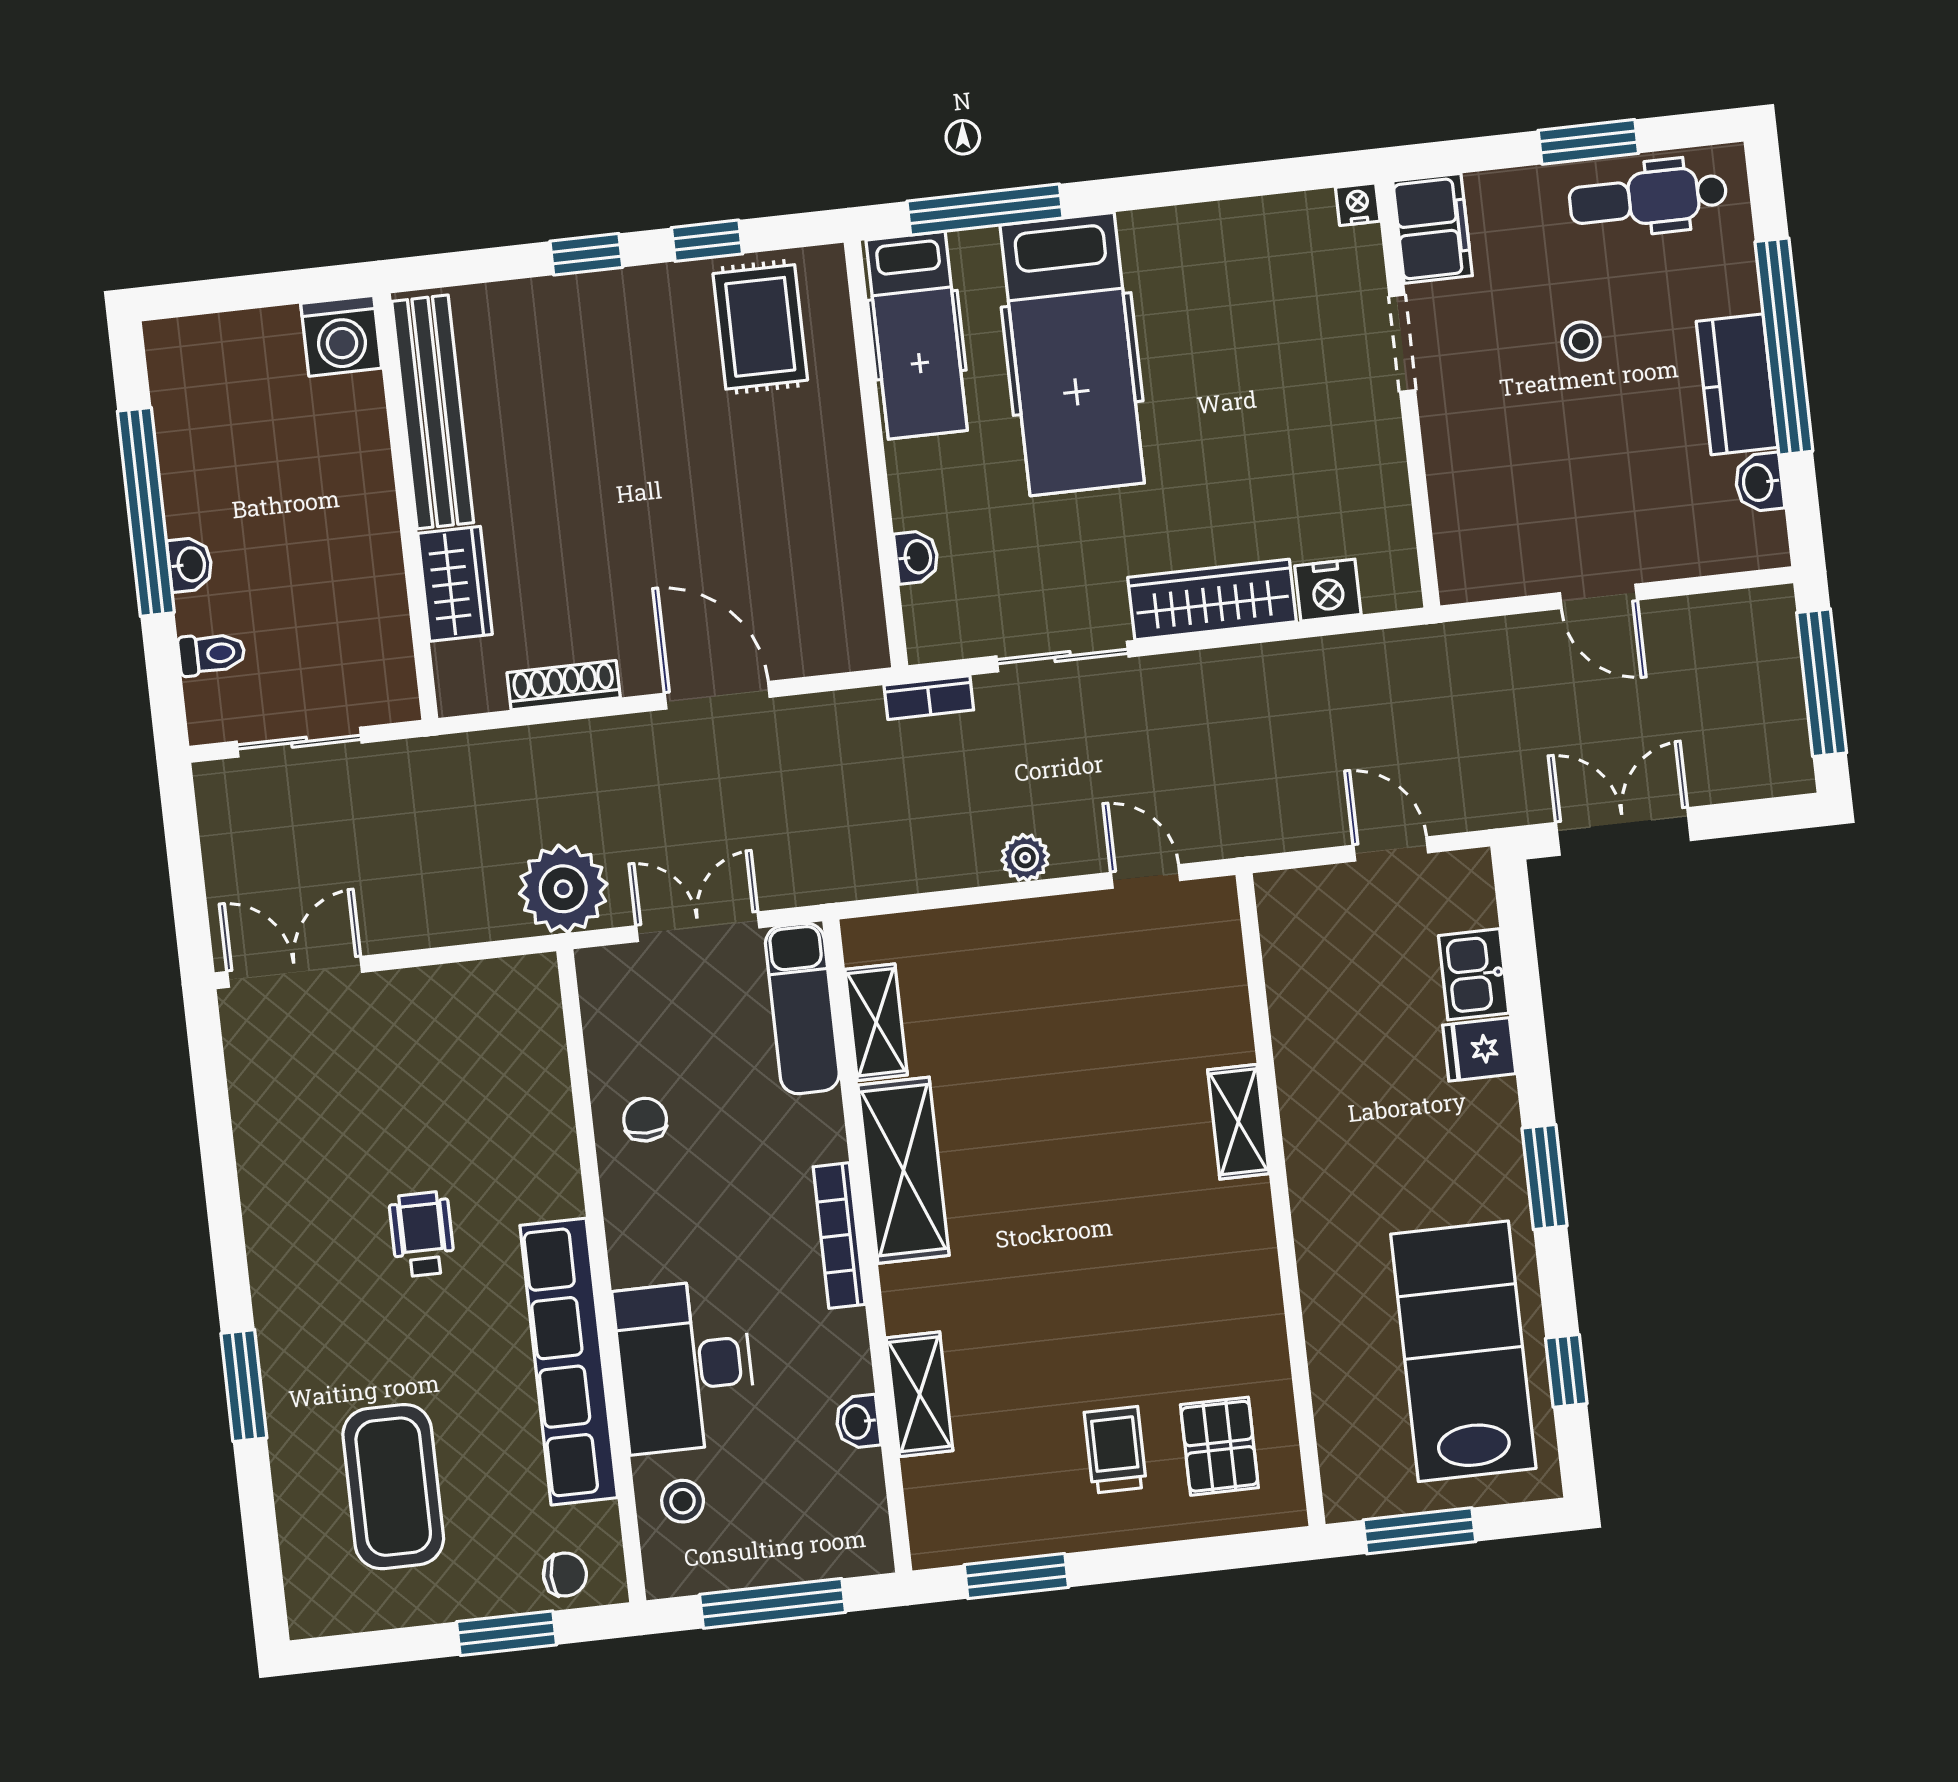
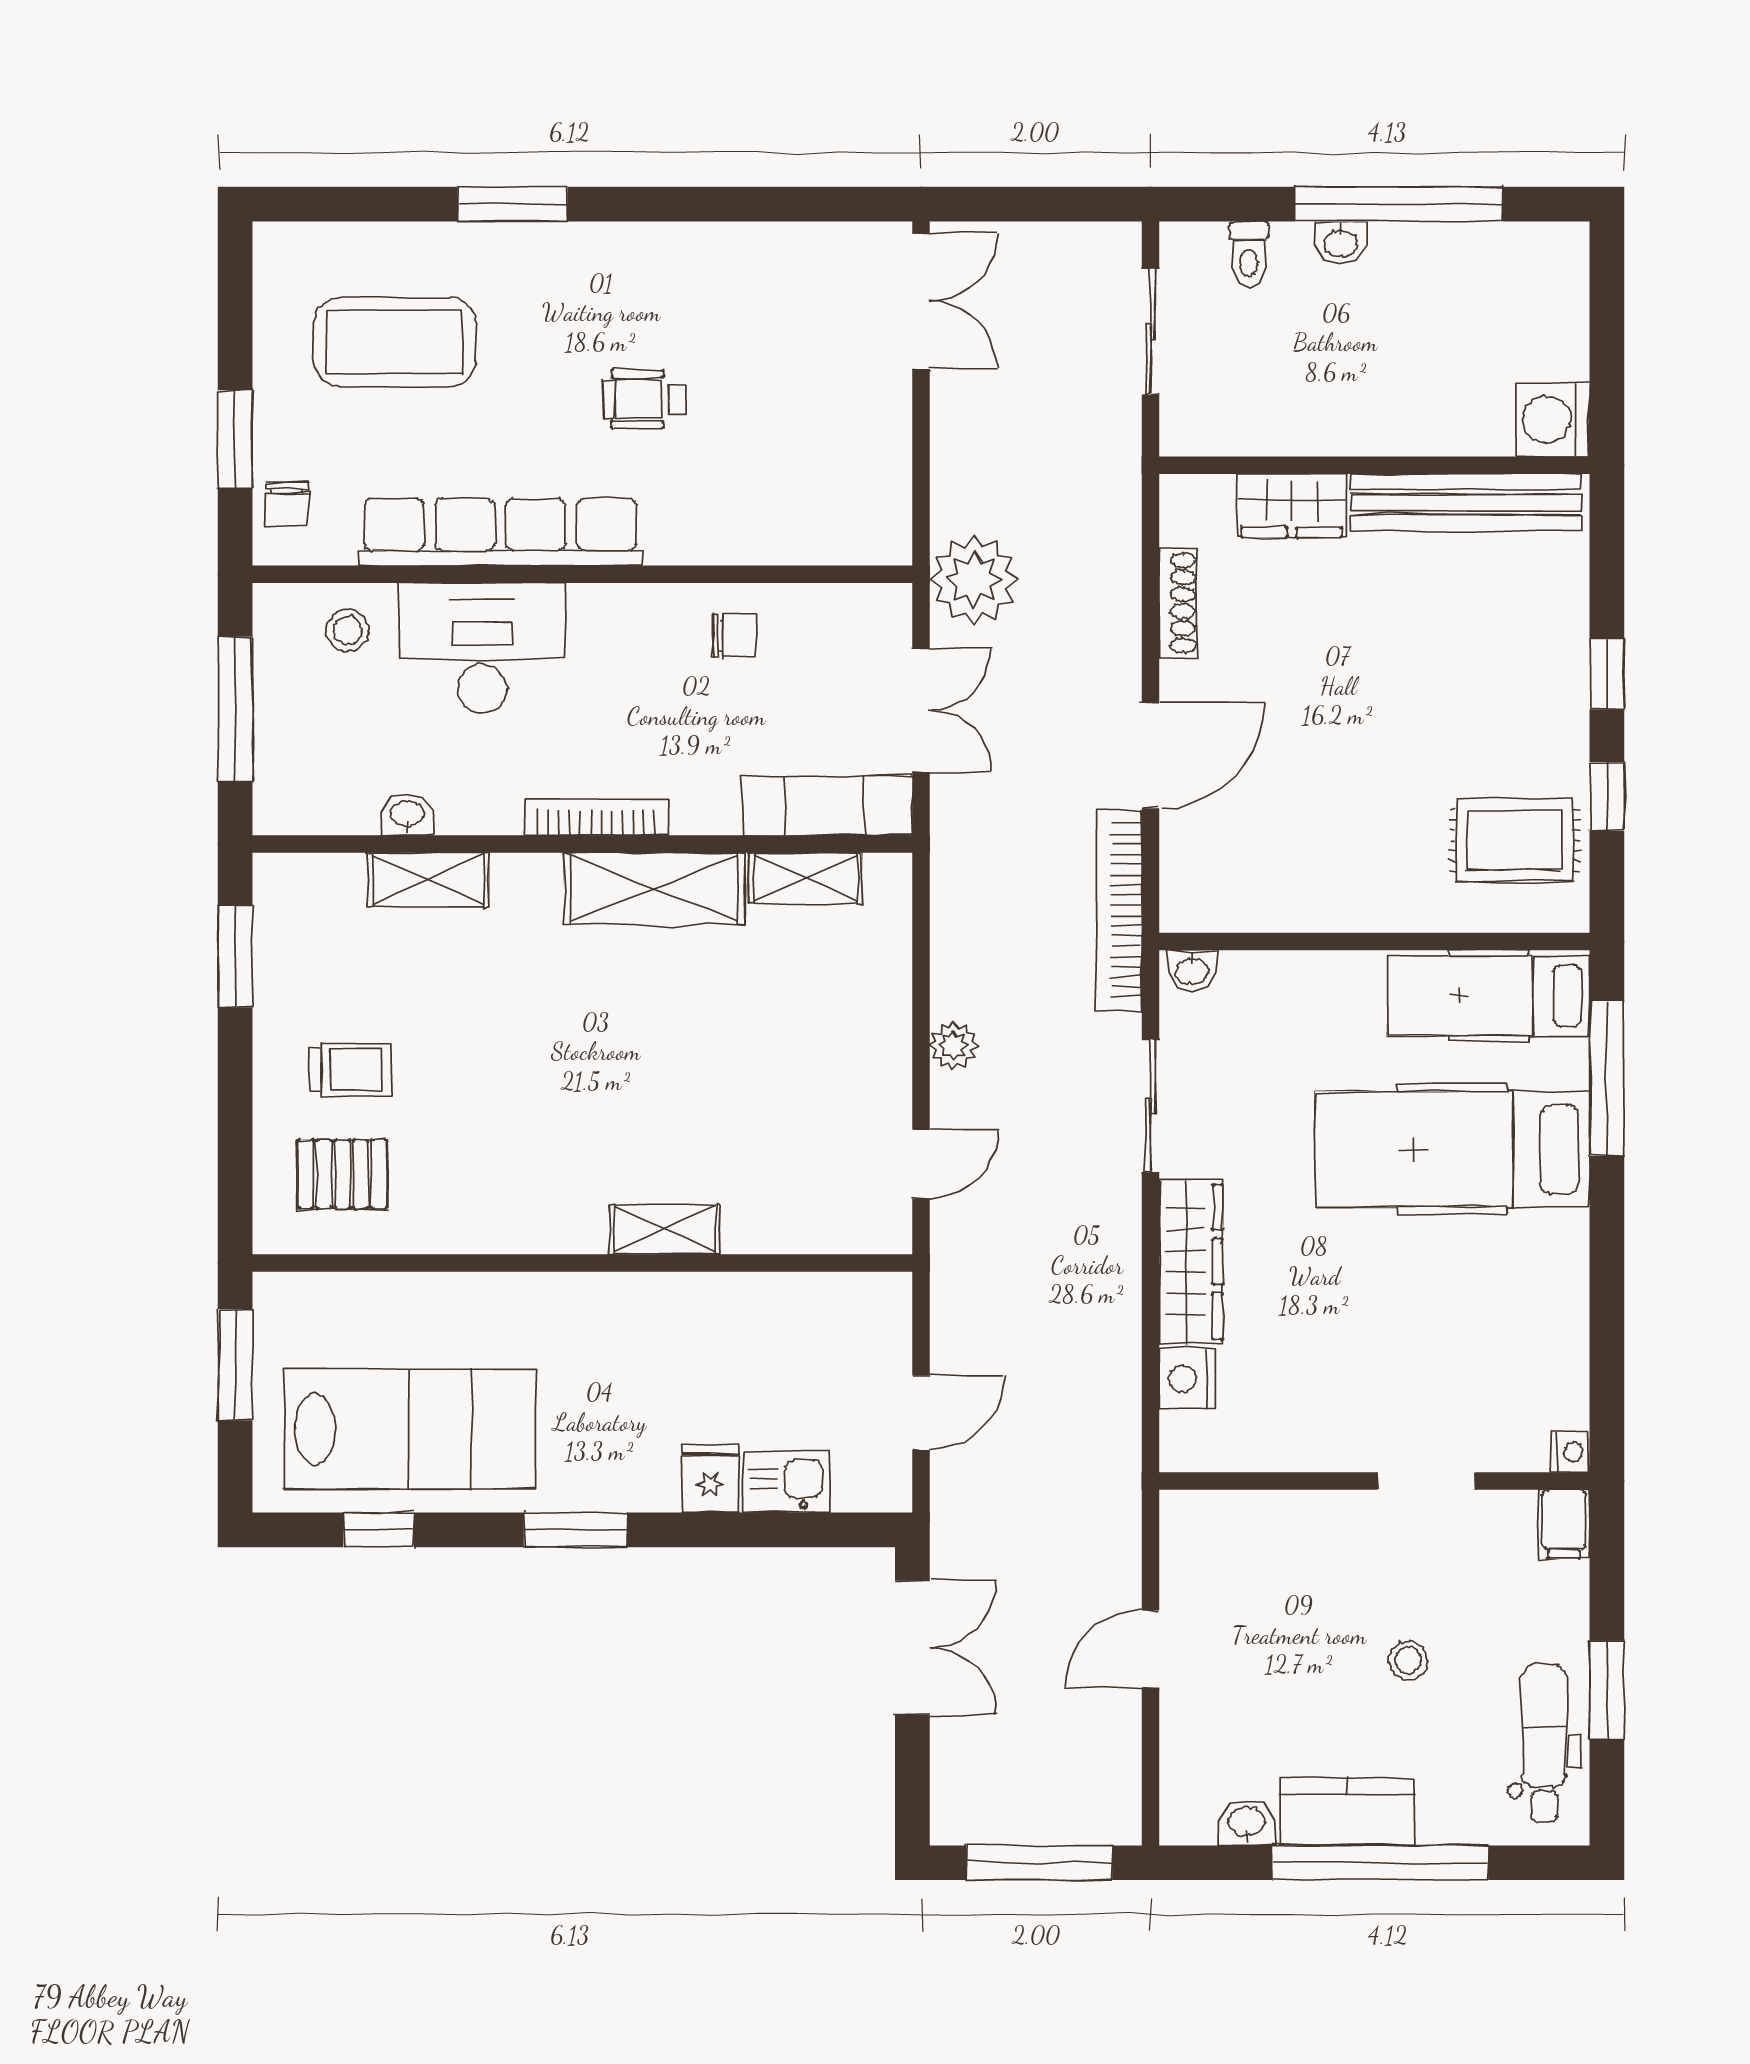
filing cabinet: (1433, 228) -> (1564, 1524), width x0.50
washbasin: (917, 557) -> (1192, 971), moved
bookcase: (929, 698) -> (1119, 910), width x2.31, depth x1.31
wheelchair: (422, 1234) -> (644, 399), turned 180

